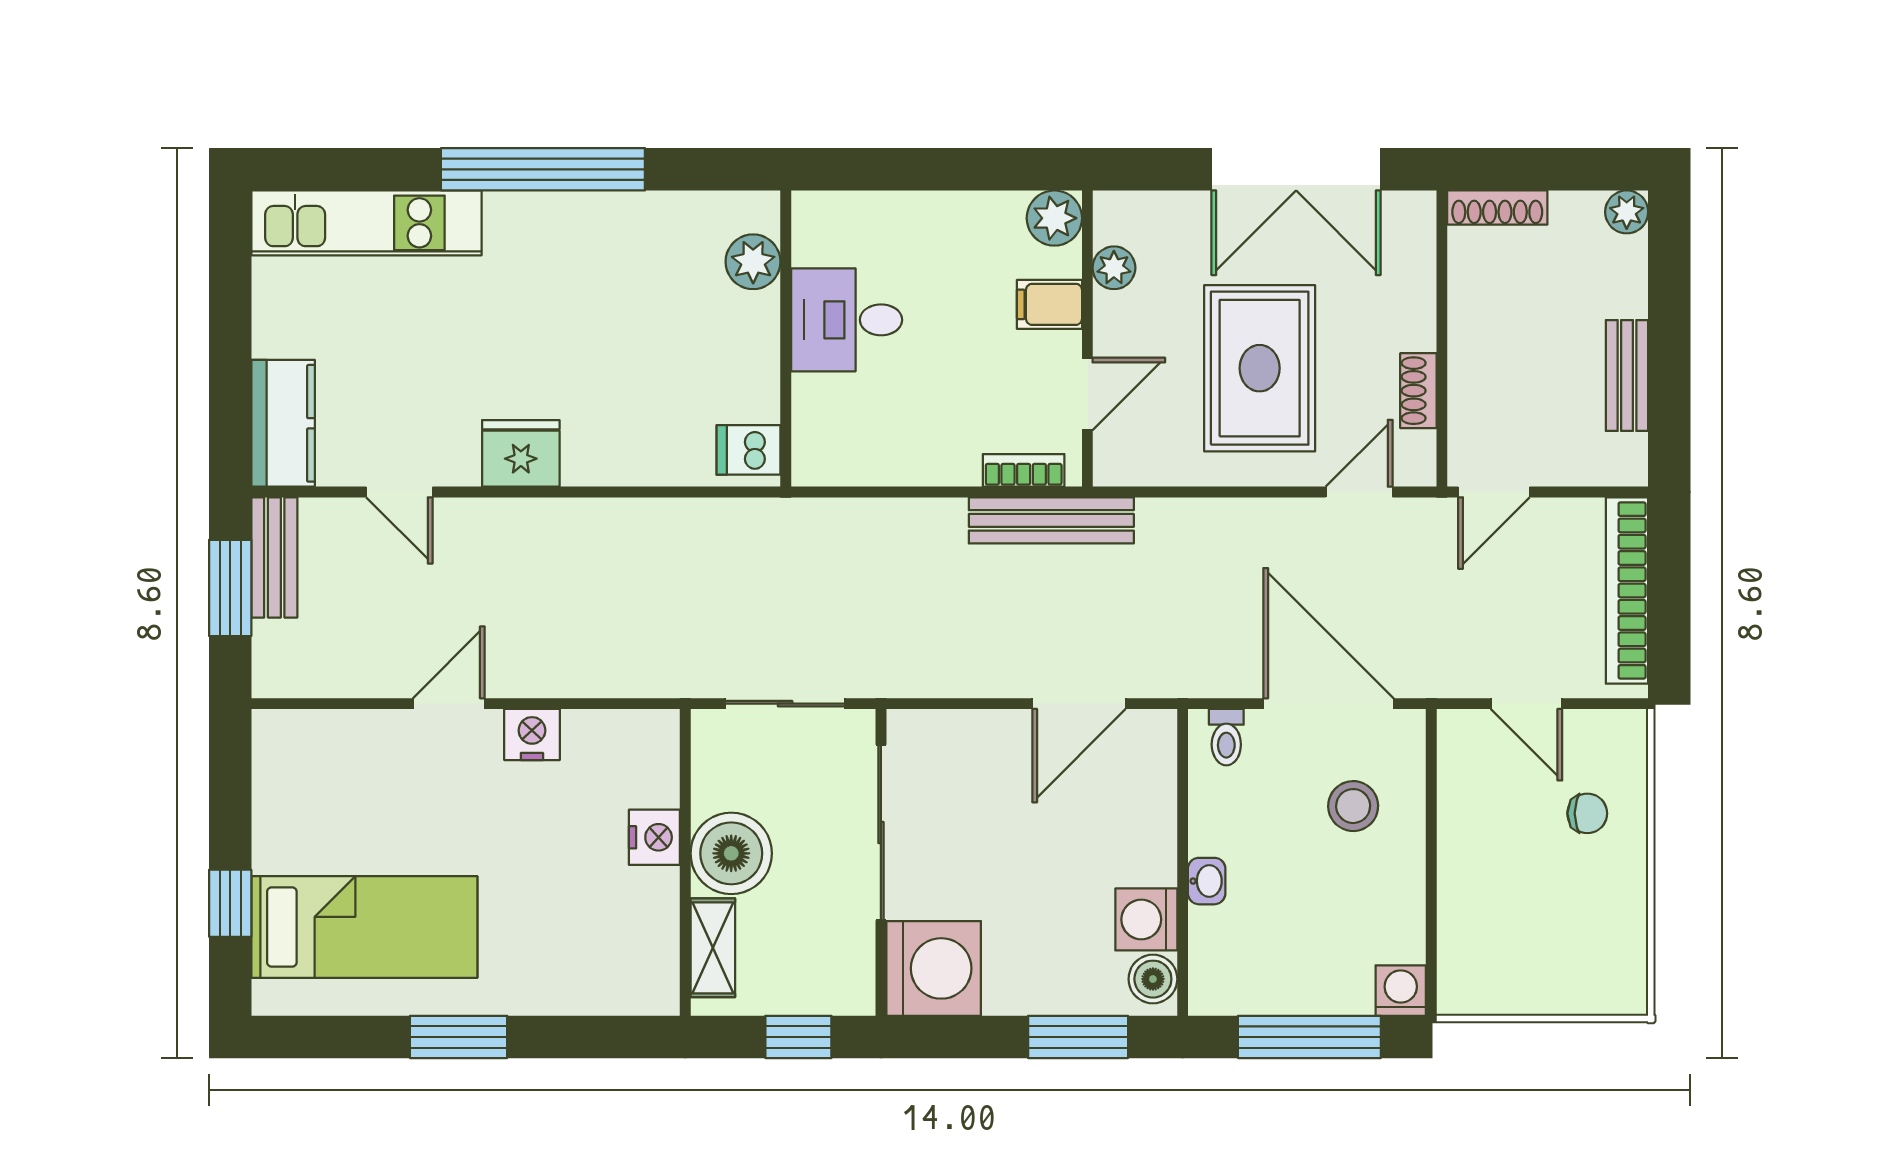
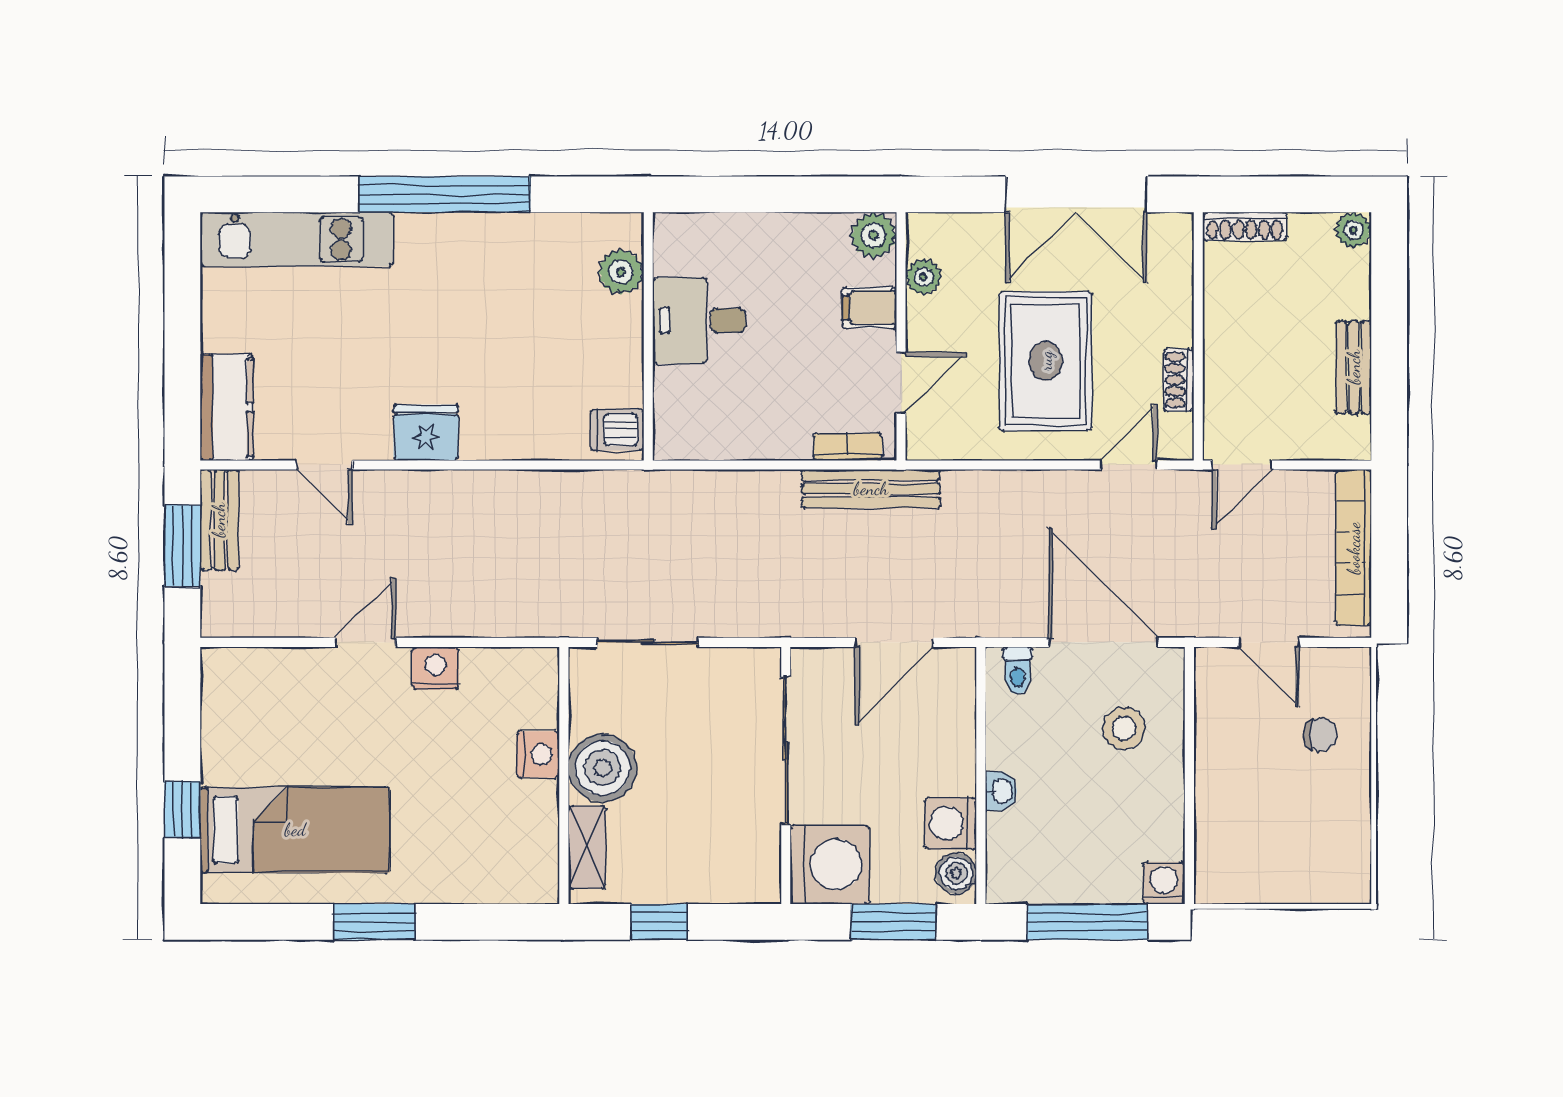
sliding door: (881, 832) -> (786, 750), moved
wall: (881, 862) -> (786, 776), moved
washing machine: (934, 968) -> (830, 864), moved

